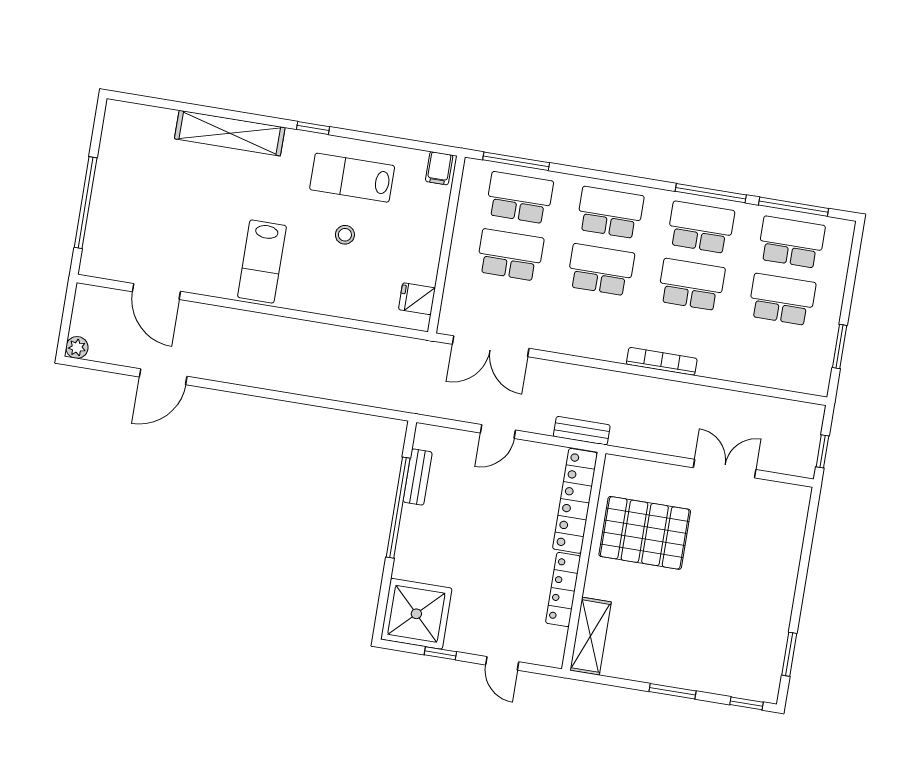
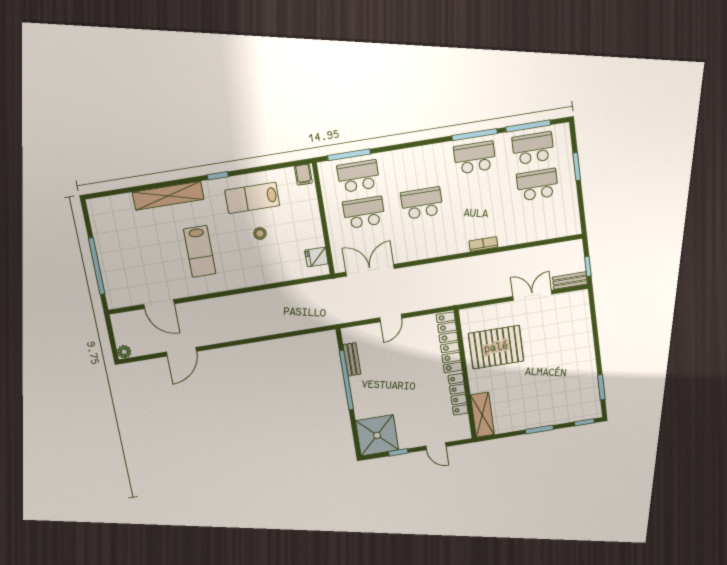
school desk: (610, 213) -> (417, 167), removed
lab bench: (262, 262) -> (200, 251), moved
school desk: (691, 285) -> (480, 194), removed
double door: (491, 346) -> (370, 270), swing flipped
window: (840, 346) -> (577, 167), moved
bookcase: (662, 361) -> (483, 244), width x0.64
bench: (582, 431) -> (570, 280), moved

